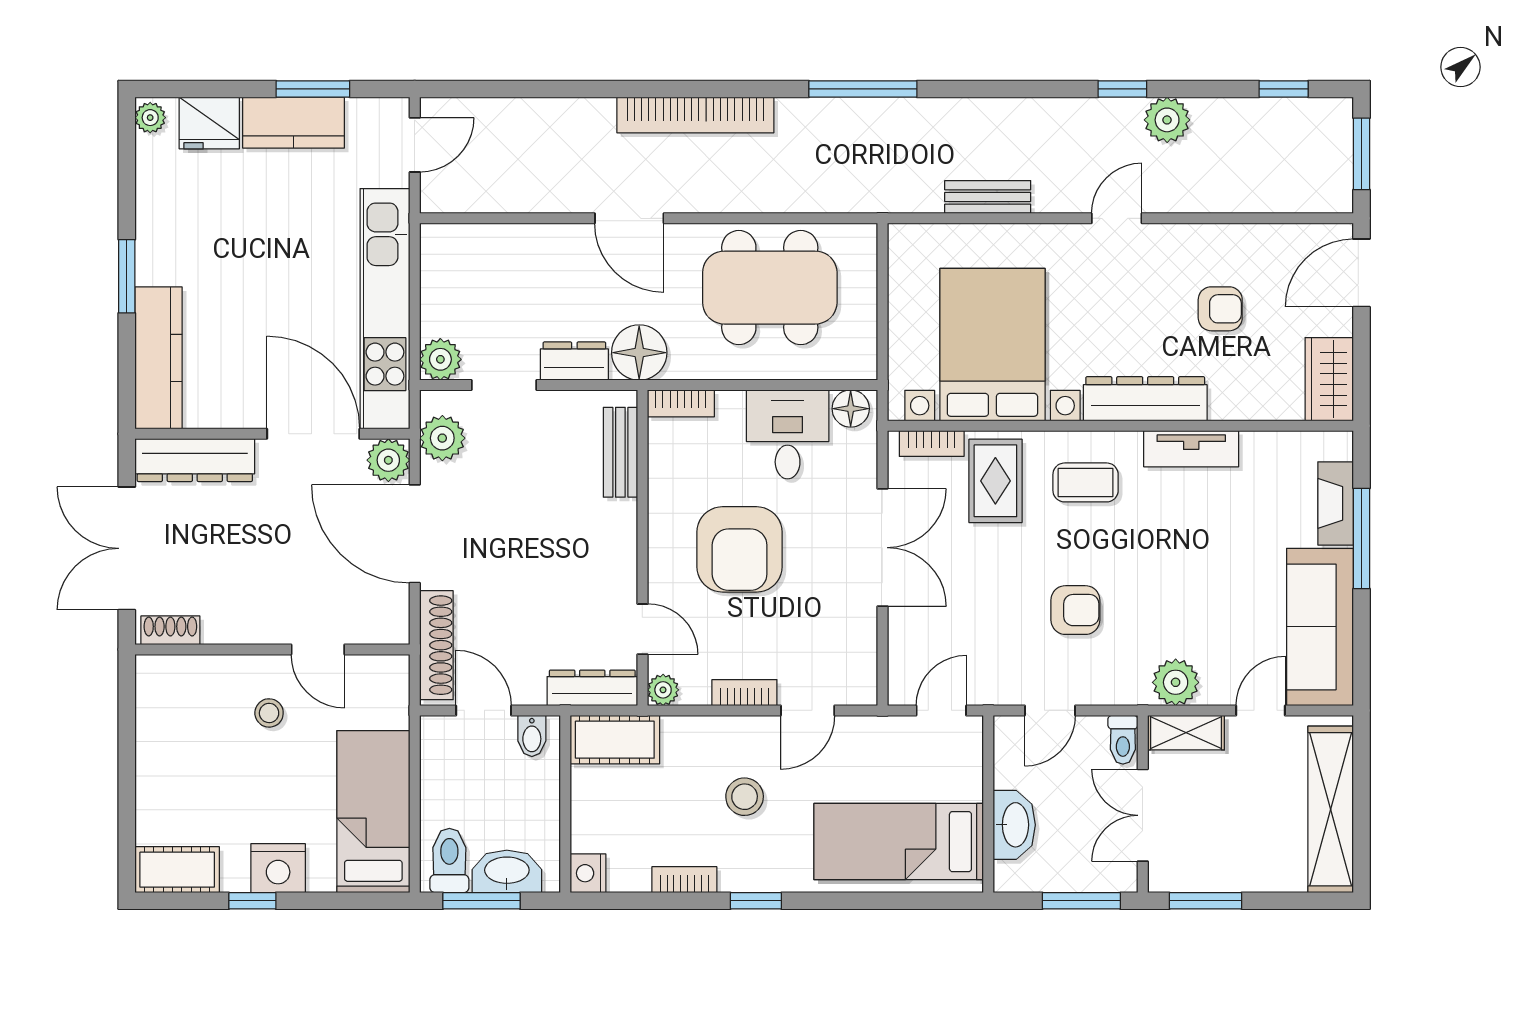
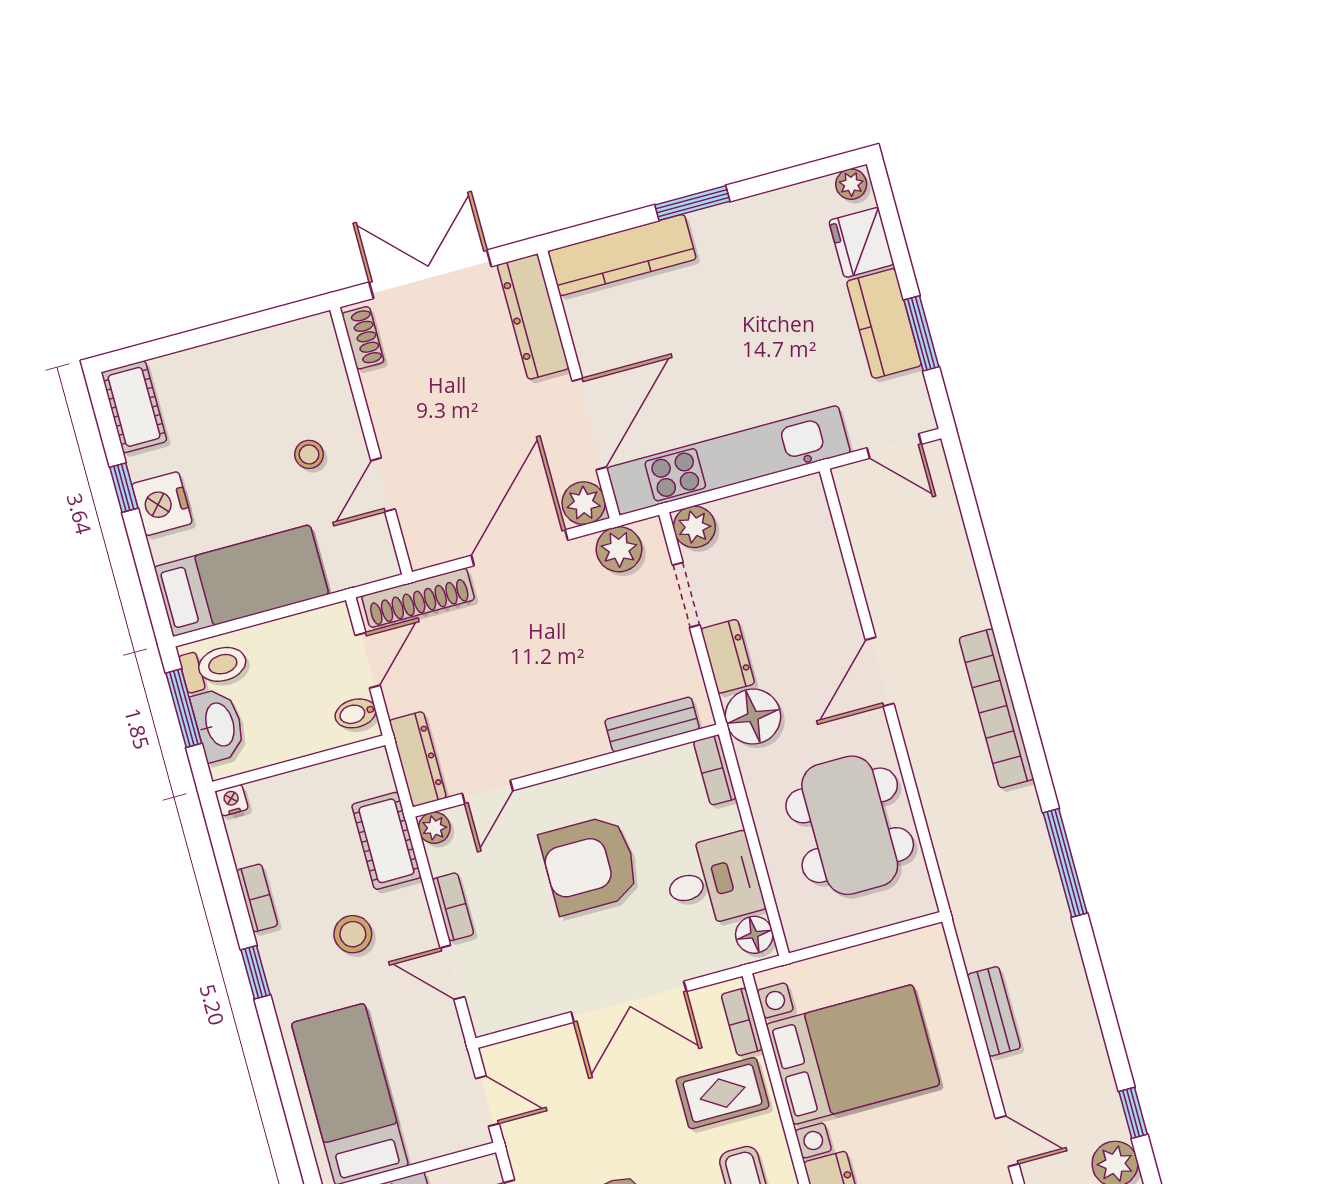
cot: (615, 740) -> (386, 841), moved
nightstand: (588, 873) -> (232, 800), width x0.72, depth x0.74

